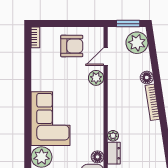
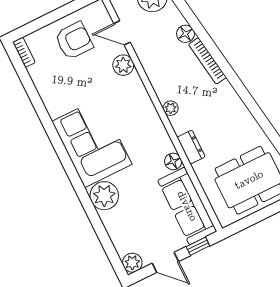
door: (106, 56) -> (122, 33), hinge flipped
plant: (113, 136) -> (171, 108), moved

